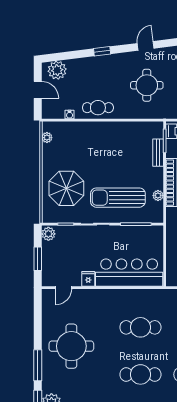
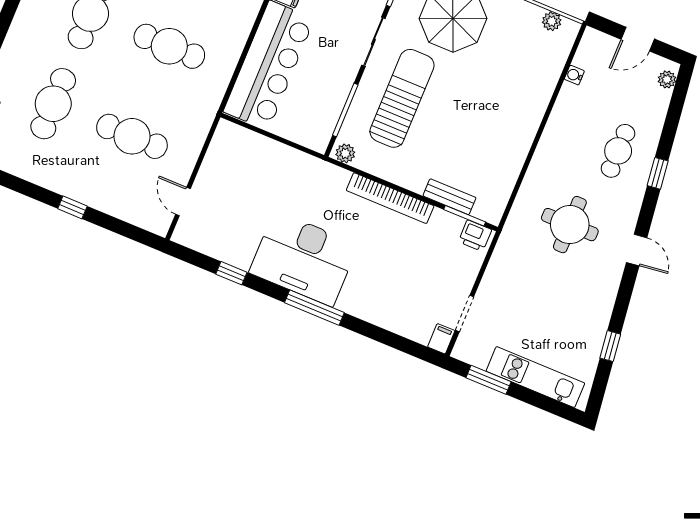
plant: (57, 70) -> (667, 79), width x0.53, depth x0.53
cafe table: (98, 108) -> (618, 151), moved
plant: (158, 195) -> (345, 153), moved
cafe table: (140, 327) -> (169, 46), turned 90

